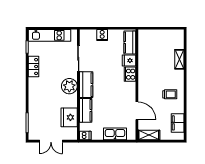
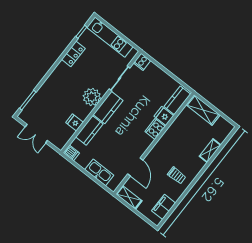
cooker: (102, 35) -> (142, 62), moved
shelving: (153, 35) -> (203, 110), added
fridge: (69, 117) -> (74, 122), width x0.53, depth x0.75

